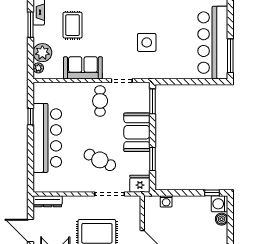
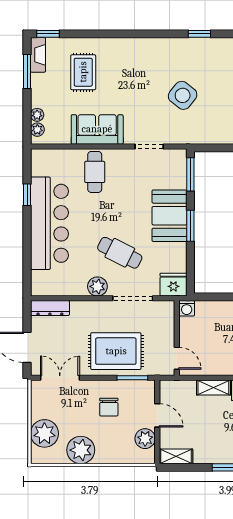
side table: (147, 42) -> (183, 95), turned 38
plant: (42, 53) -> (37, 115), width x0.53, depth x0.53
cafe table: (100, 101) -> (95, 172), moved
window: (153, 159) -> (190, 226), moved
plant: (83, 185) -> (97, 286), added
washing machine: (166, 201) -> (187, 308), moved

